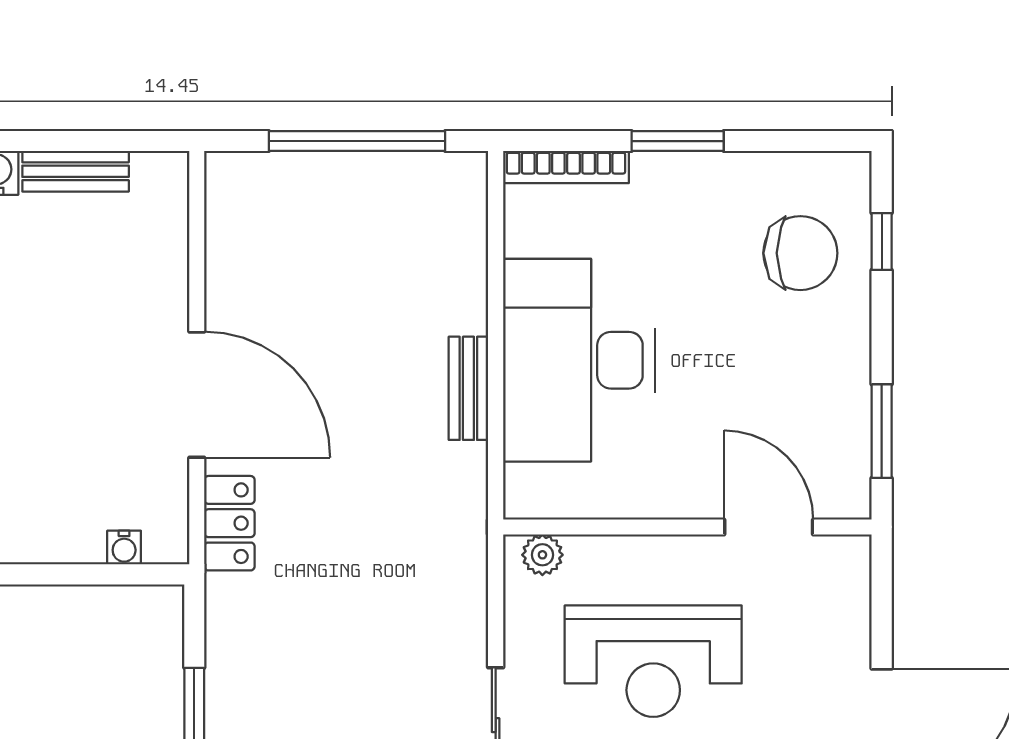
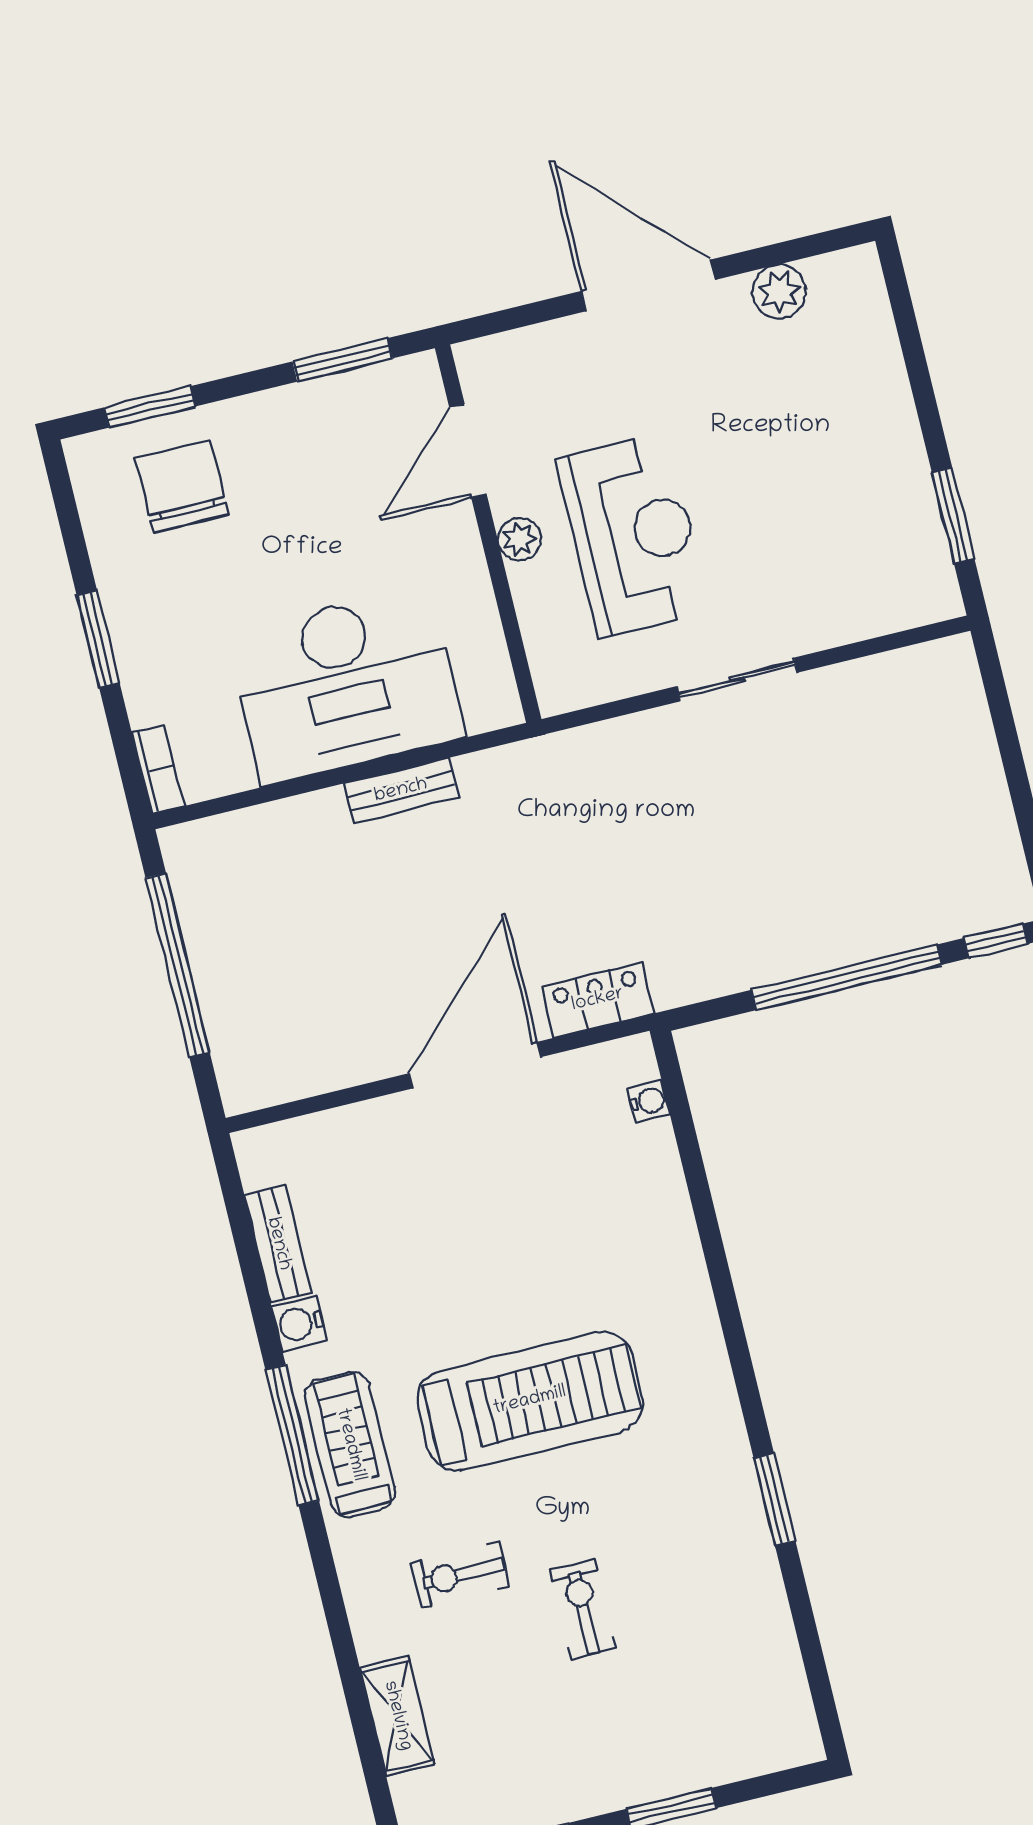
bookcase: (566, 167) -> (158, 769), width x0.64
window: (882, 241) -> (150, 407), width x1.50
plant: (542, 555) -> (519, 539), moved

